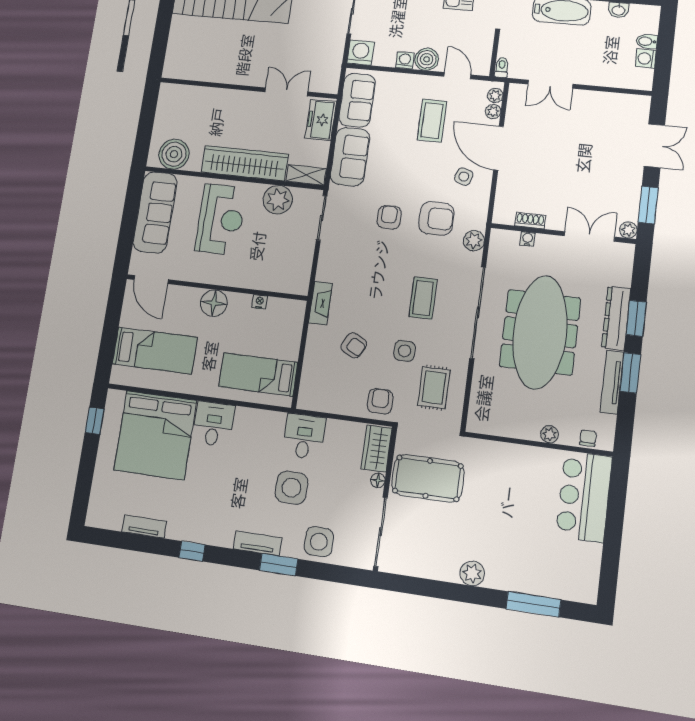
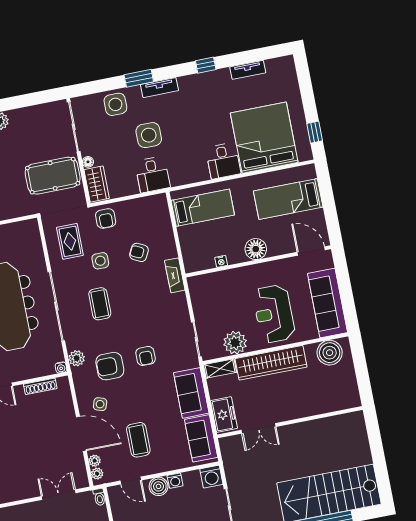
shoe rack: (530, 221) -> (40, 386), width x1.43
water cooler: (527, 239) -> (61, 367), moved

